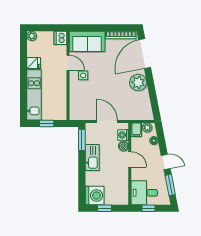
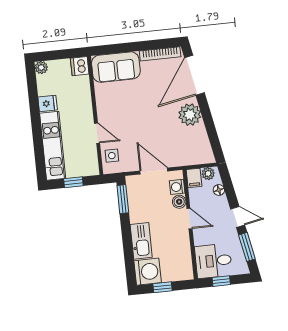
door: (68, 63) -> (97, 133), moved
side table: (83, 75) -> (112, 156), moved
kitchen sink: (92, 157) -> (141, 241), moved

